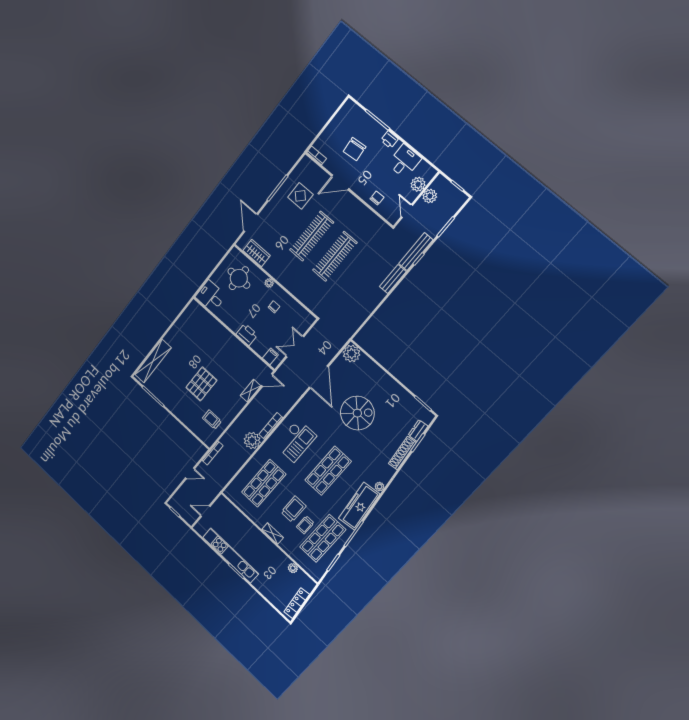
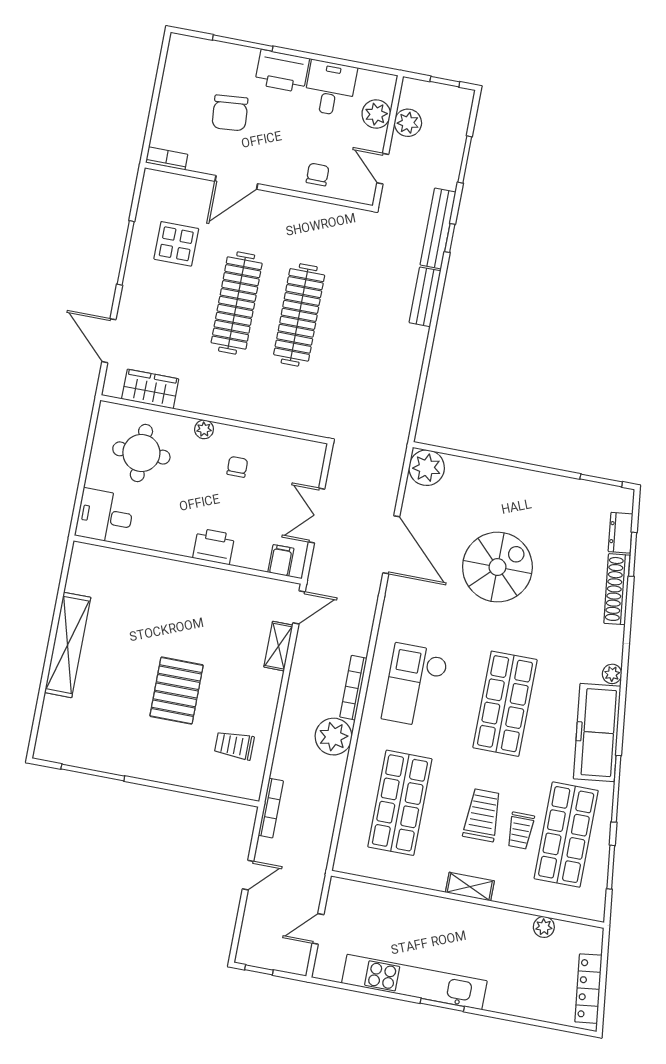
printer: (389, 140) -> (282, 71), width x1.87, depth x1.48
shelving: (153, 361) -> (68, 645), moved
checkout: (296, 441) -> (415, 686), turned 180

